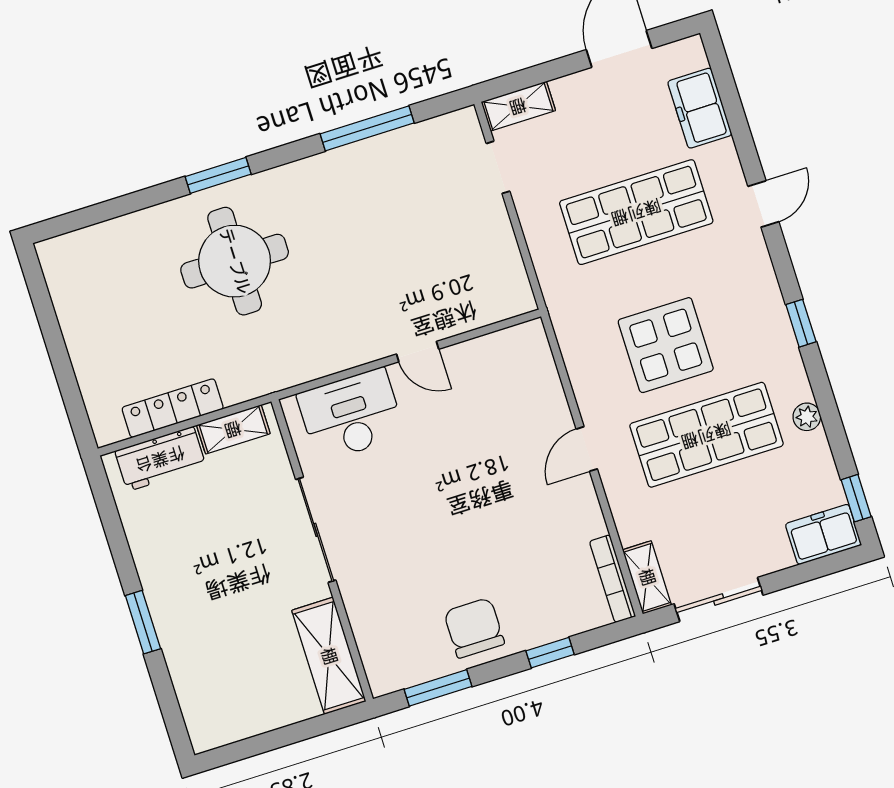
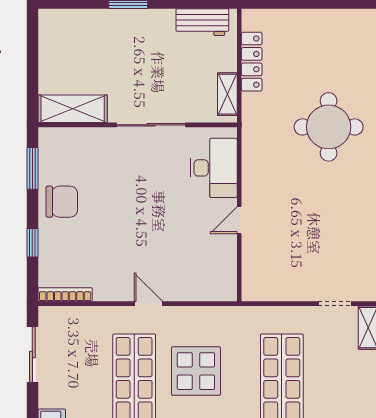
workbench: (160, 459) -> (202, 22), moved, turned -90
shelving: (647, 577) -> (59, 316), removed

